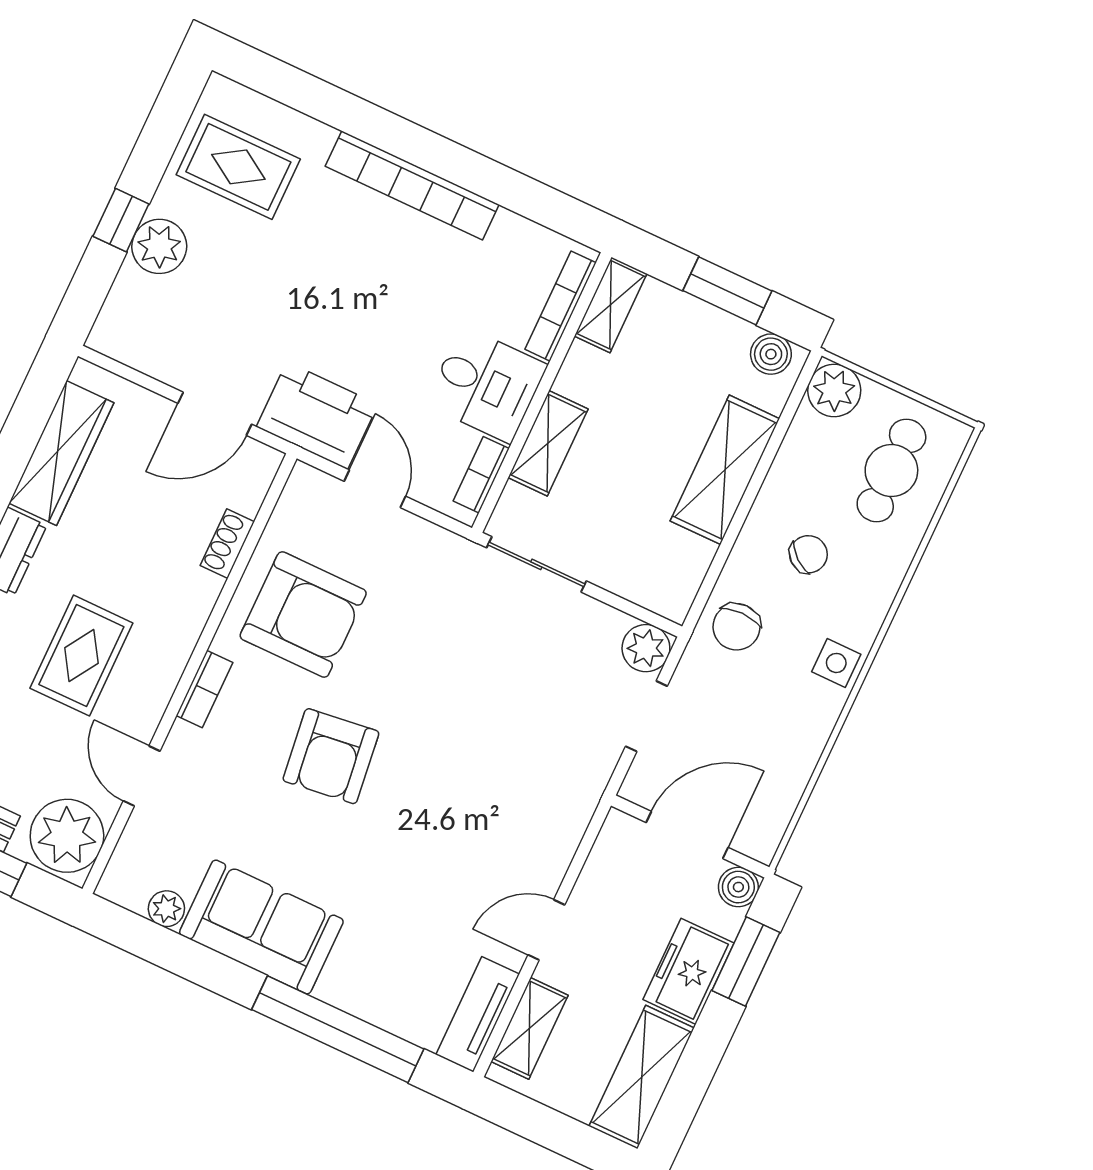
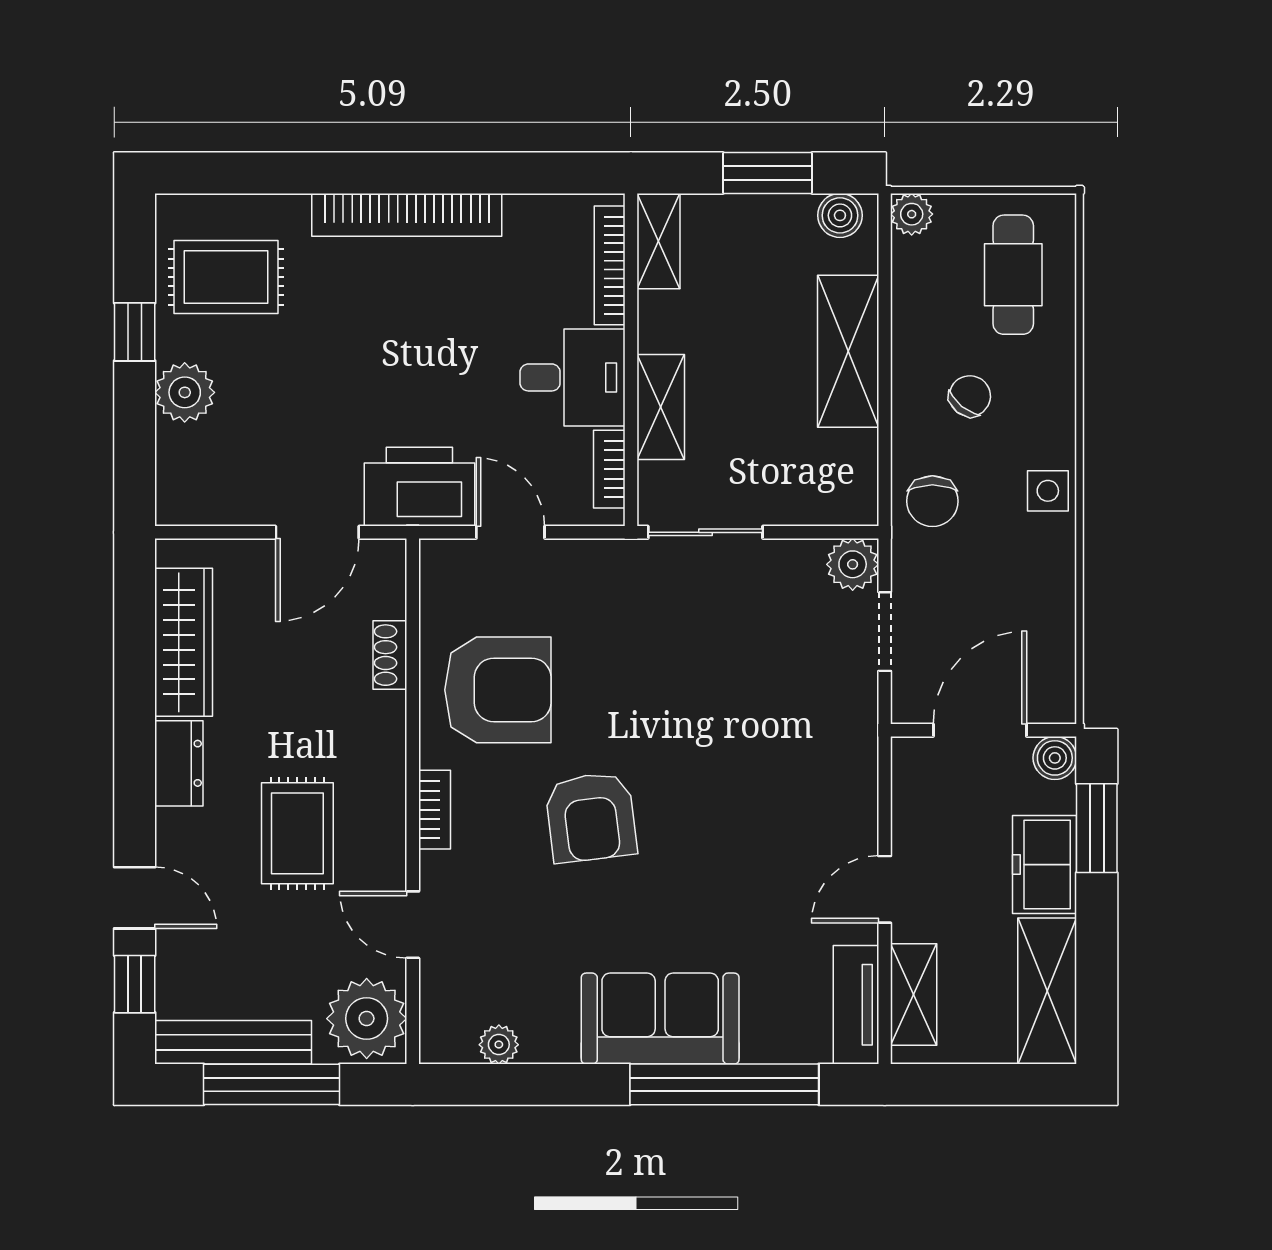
window: (121, 220) -> (135, 332), moved
plant: (834, 390) -> (912, 214), width x0.73, depth x0.73
sofa: (261, 927) -> (660, 1019), moved

